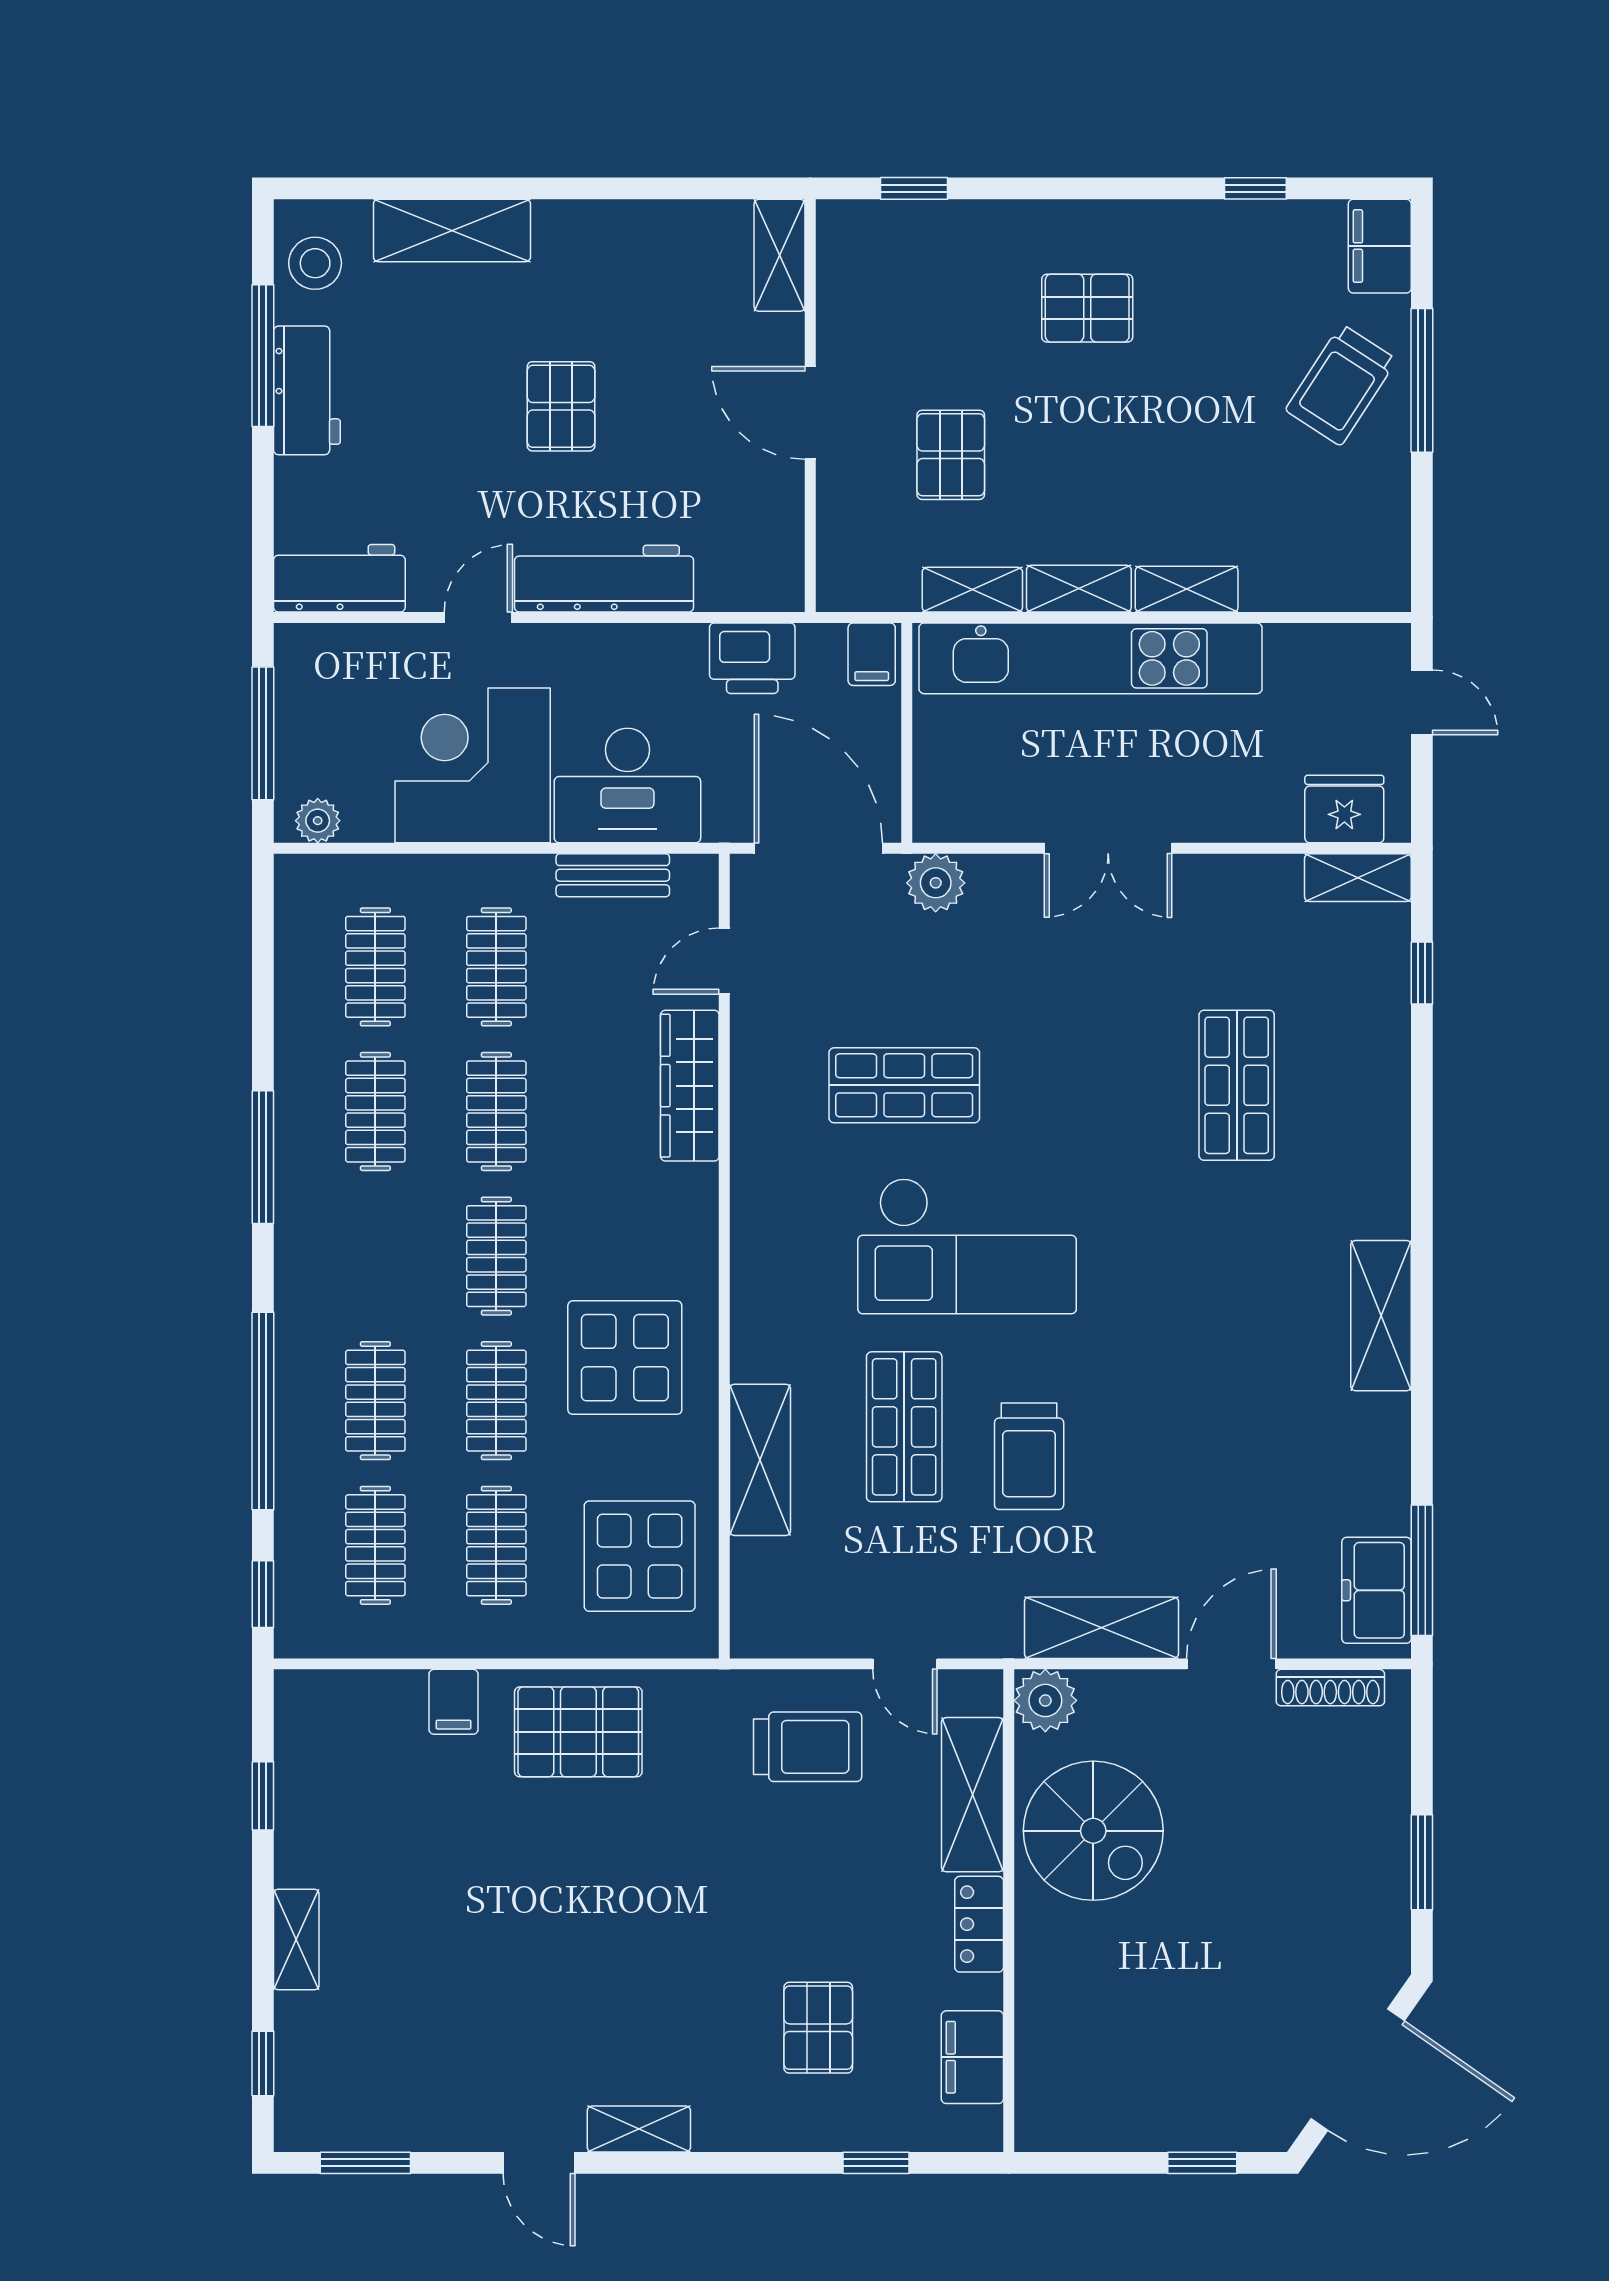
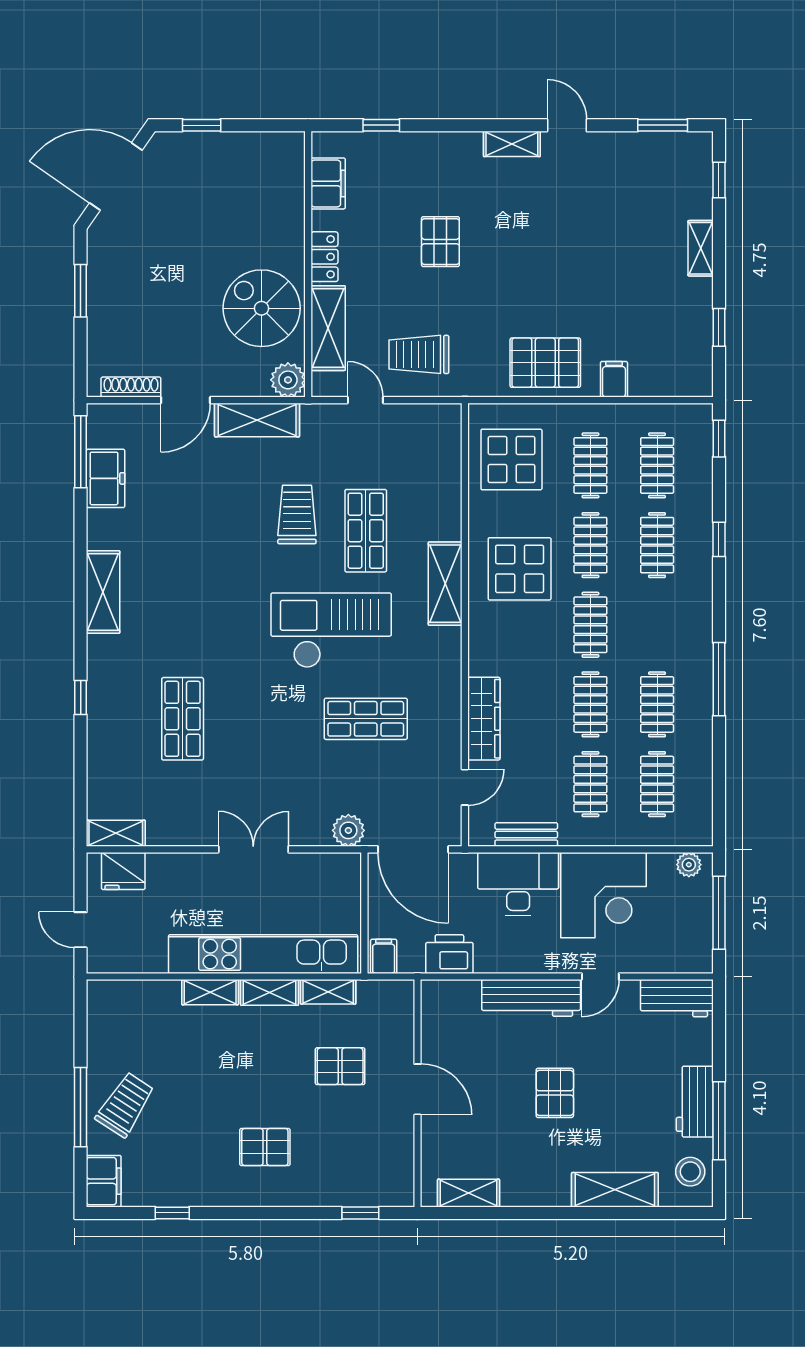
shelving: (780, 255) -> (468, 1193), moved, turned 90
pallet: (951, 455) -> (340, 1066), turned 90
window: (1422, 973) -> (81, 698), moved
window: (263, 1411) -> (719, 539), width x0.32
shelving: (760, 1460) -> (445, 584), moved
freezer: (1377, 1590) -> (106, 478), moved
pallet: (818, 2028) -> (440, 242), moved

